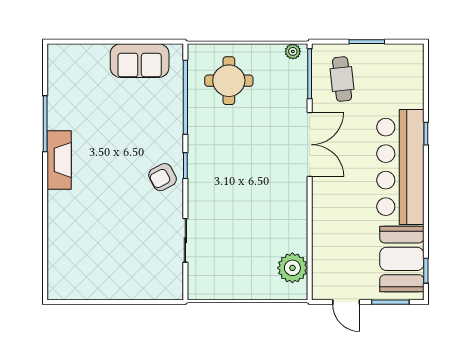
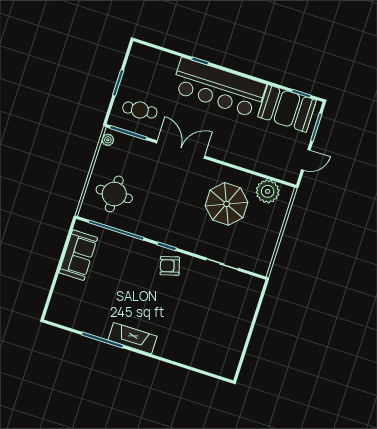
armchair: (163, 177) -> (170, 266), turned 102
parasol: (261, 222) -> (227, 204), added

